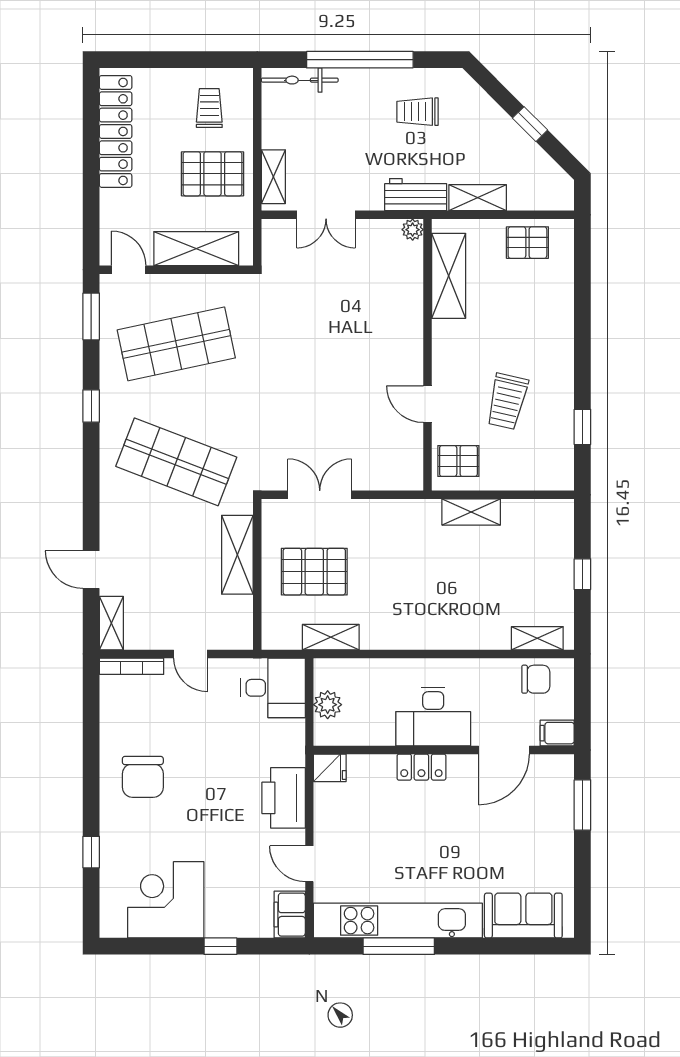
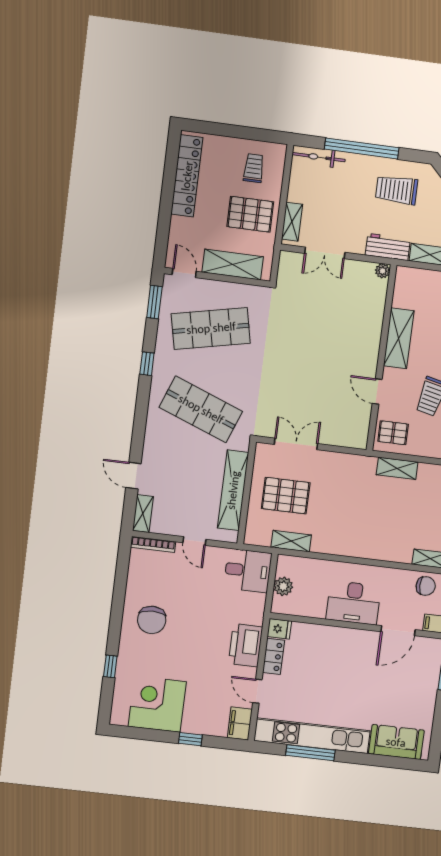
trolley: (418, 112) -> (397, 190), width x1.36, depth x1.39
shelving: (449, 276) -> (399, 338), moved
shelving: (237, 555) -> (233, 490), width x1.47
locker: (421, 767) -> (274, 656), moved, turned -90

